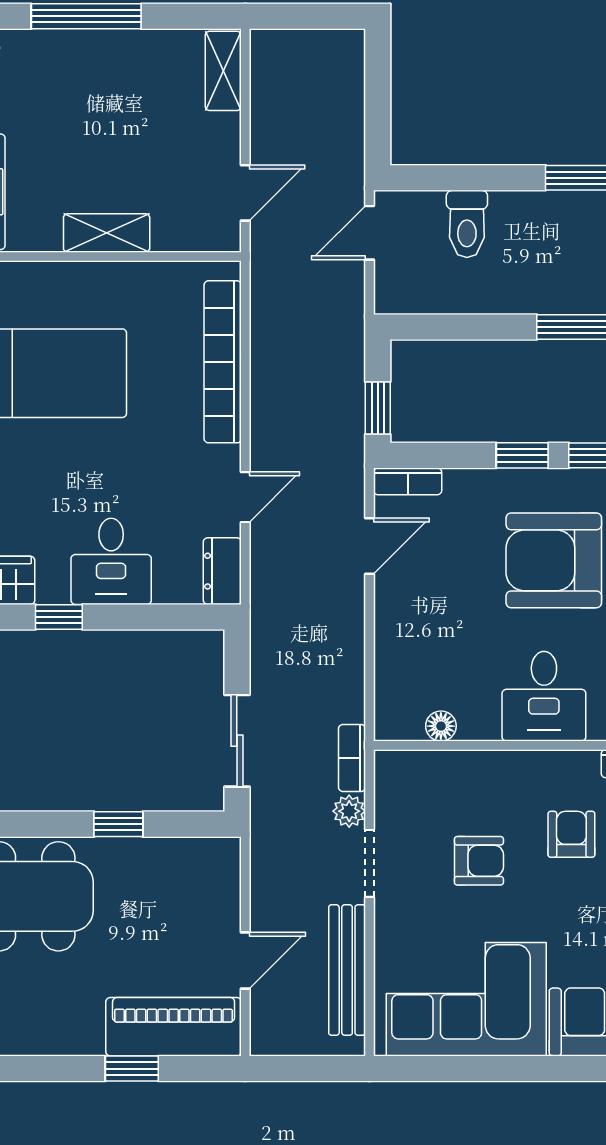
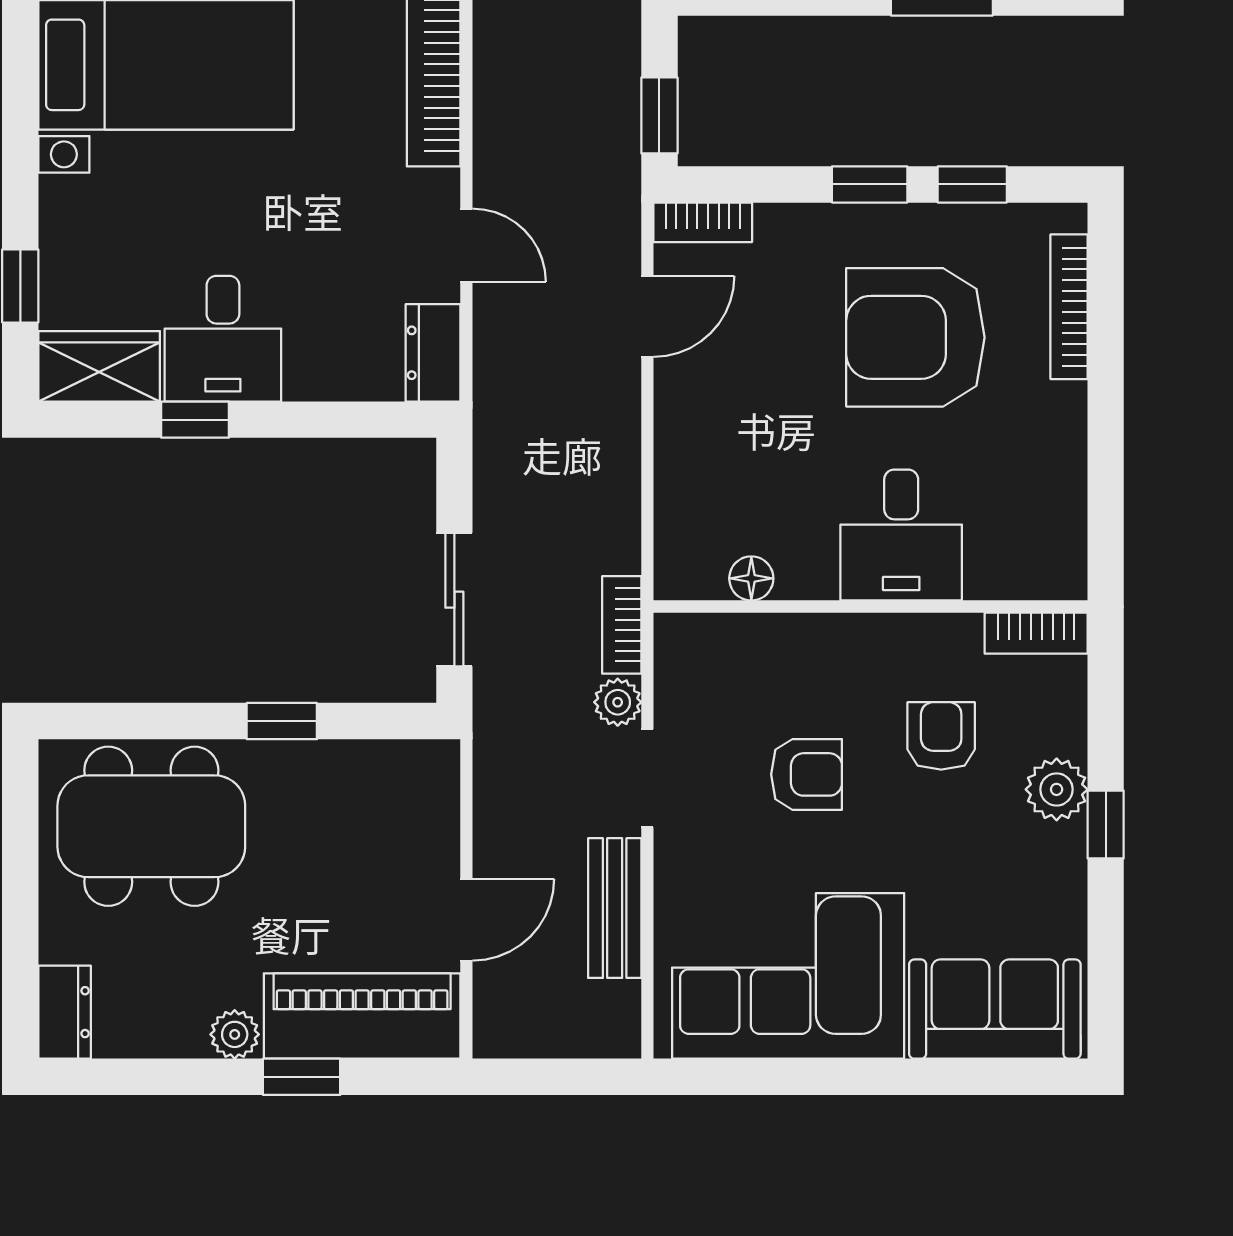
door: (245, 497) -> (466, 245), hinge flipped
desk: (111, 561) -> (223, 339), moved
bench: (347, 970) -> (615, 908), width x0.73
plant: (86, 1039) -> (235, 1034), added

